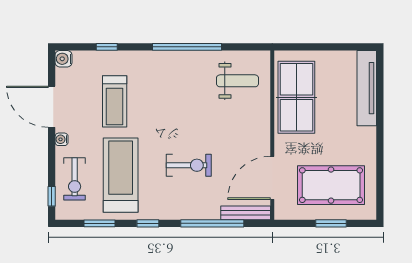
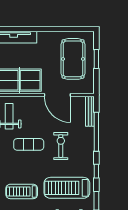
treadmill: (115, 101) -> (22, 191), turned 180
exercise mat: (191, 113) -> (29, 144), added
door: (272, 178) -> (57, 95), moved

